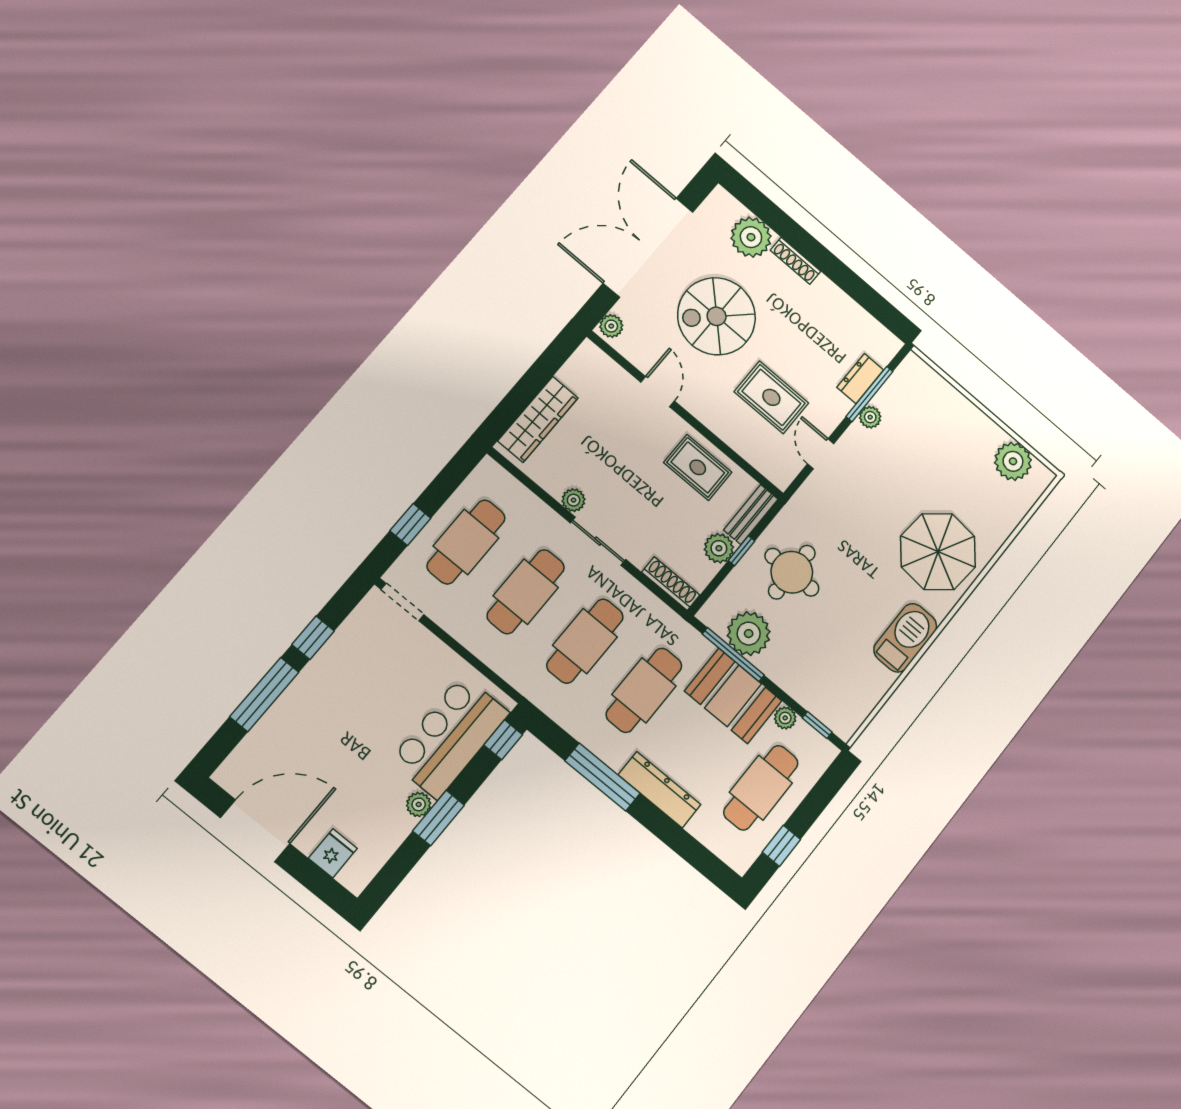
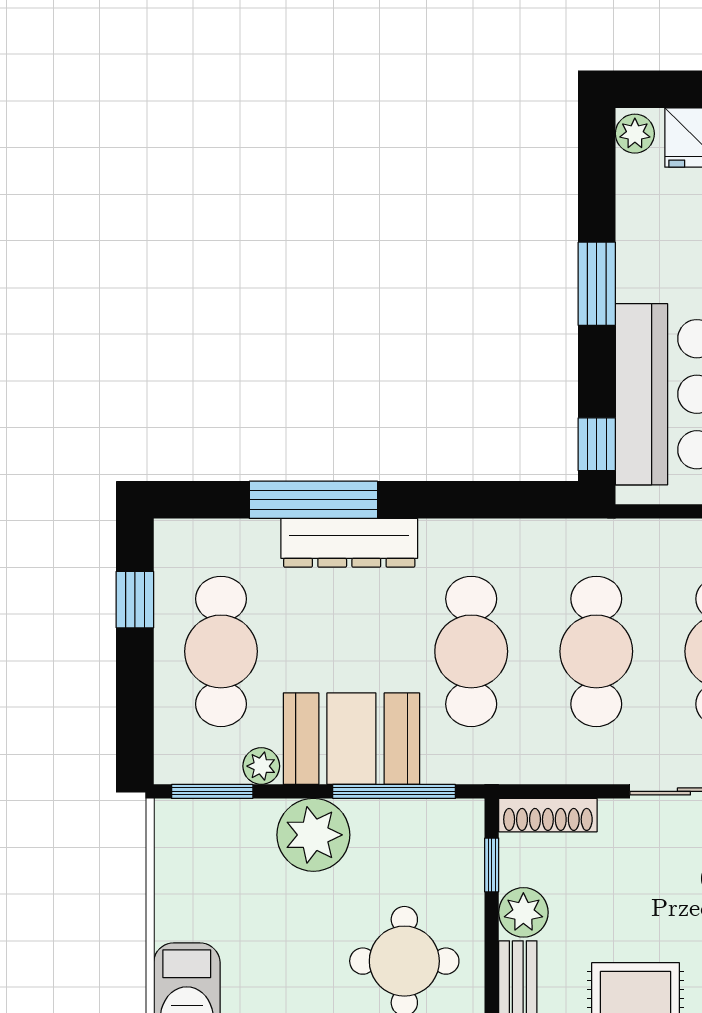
window: (742, 551) -> (492, 865), moved
plant: (749, 634) -> (313, 835), moved
window: (817, 725) -> (212, 791), width x1.50
window: (602, 777) -> (313, 500), moved
plant: (419, 804) -> (635, 134), moved

